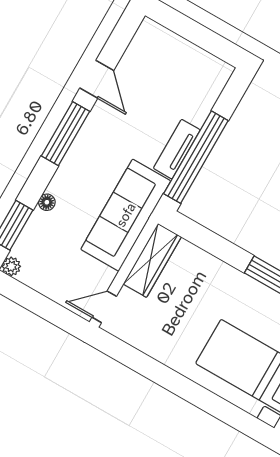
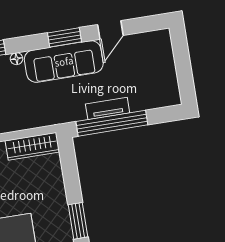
window: (65, 134) -> (65, 37), width x0.69
sofa: (126, 215) -> (64, 61), moved, turned 180

